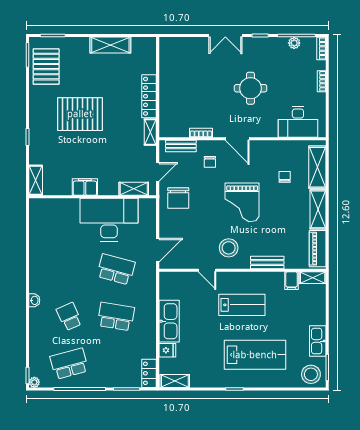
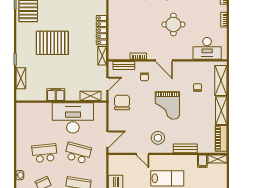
shelving: (36, 180) -> (21, 78), moved
chair: (178, 198) -> (122, 102), turned 180
school desk: (69, 269) -> (45, 153), added

